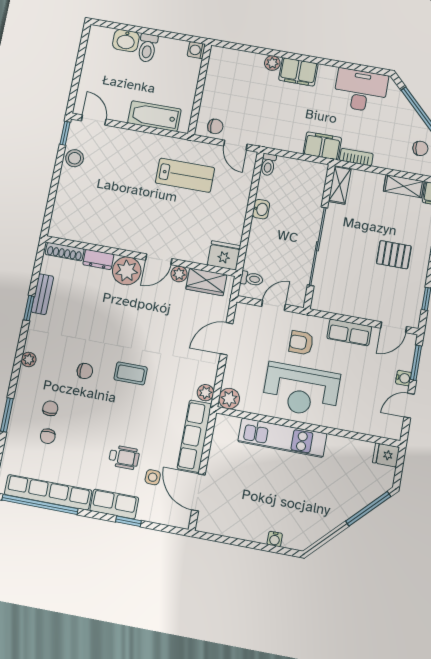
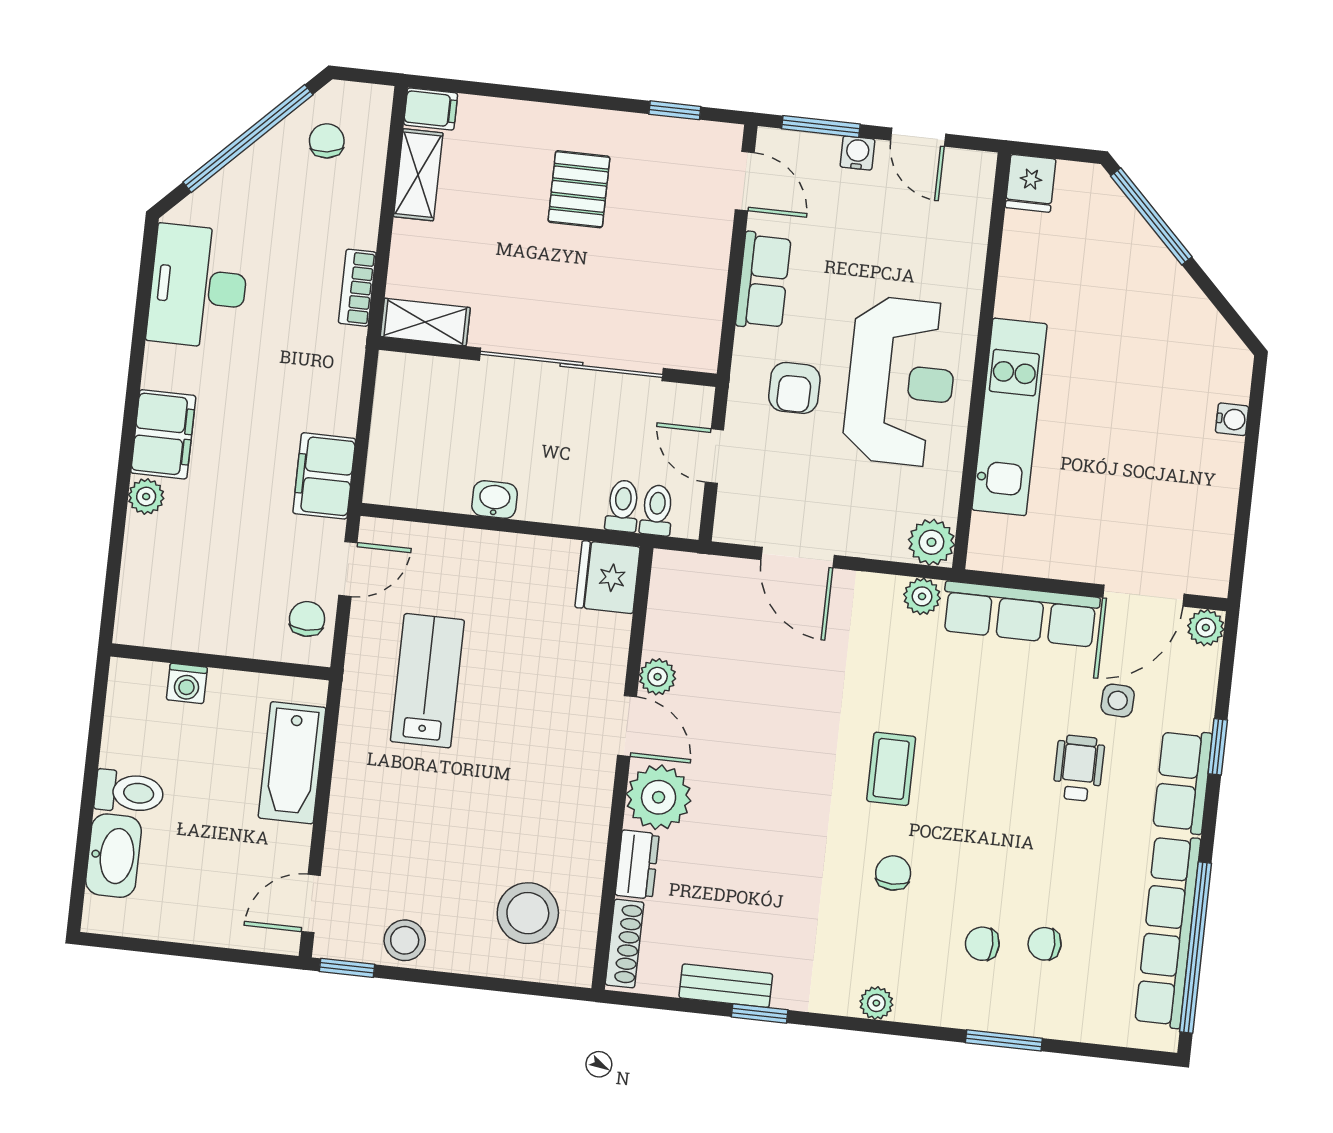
washbasin: (126, 41) -> (113, 856), width x1.38
washing machine: (196, 50) -> (187, 684), moved
filing cabinet: (322, 146) -> (324, 476), moved
toilet: (268, 165) -> (623, 506), moved, turned -90
stool: (81, 211) -> (528, 913), added
wardrobe: (206, 282) -> (671, 613), removed
chair: (48, 436) -> (1045, 944), turned 180
plant: (182, 520) -> (1206, 628), added

